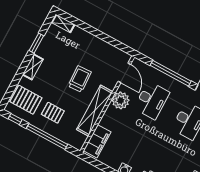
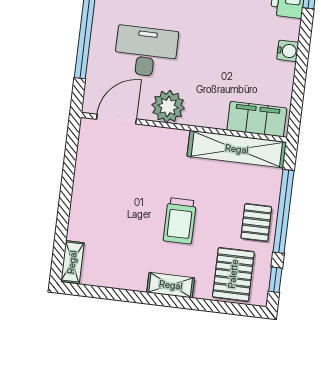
window: (36, 43) -> (126, 296), removed
trolley: (80, 79) -> (180, 221), moved, turned -87
shelving: (95, 111) -> (237, 149), moved
pallet: (53, 113) -> (256, 223), moved

